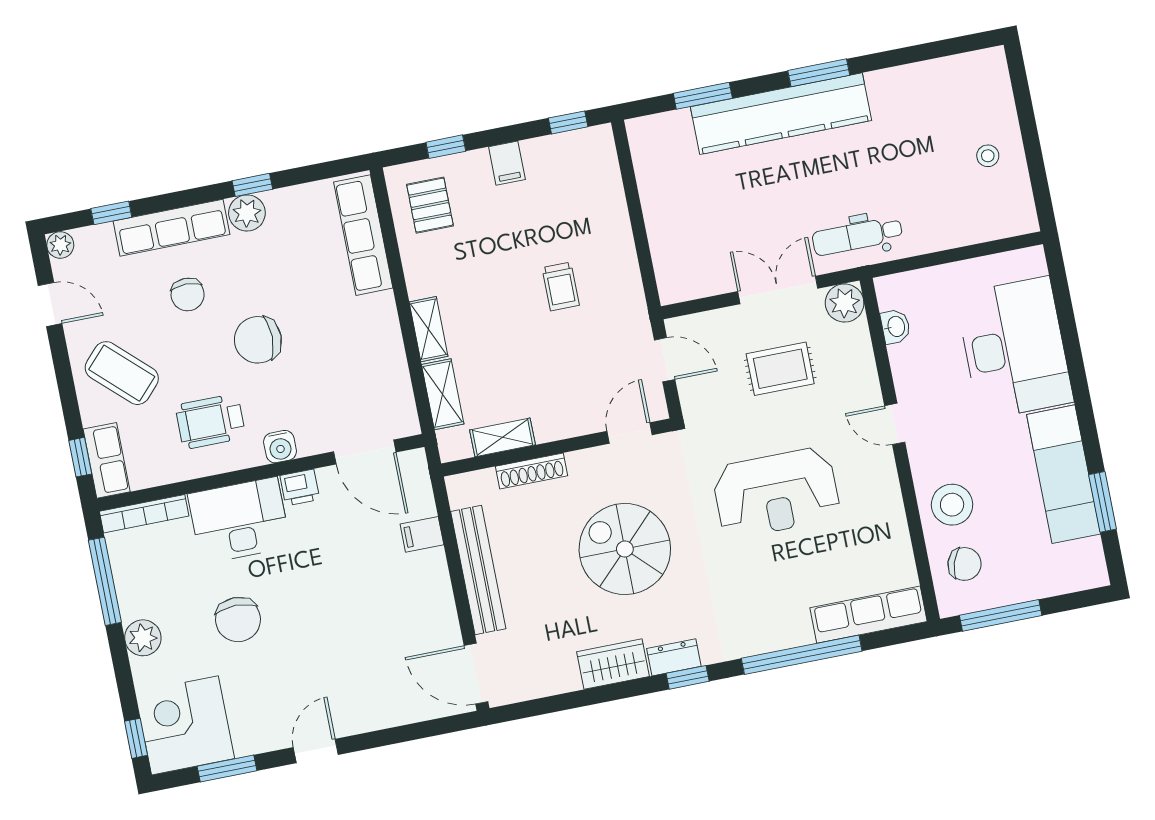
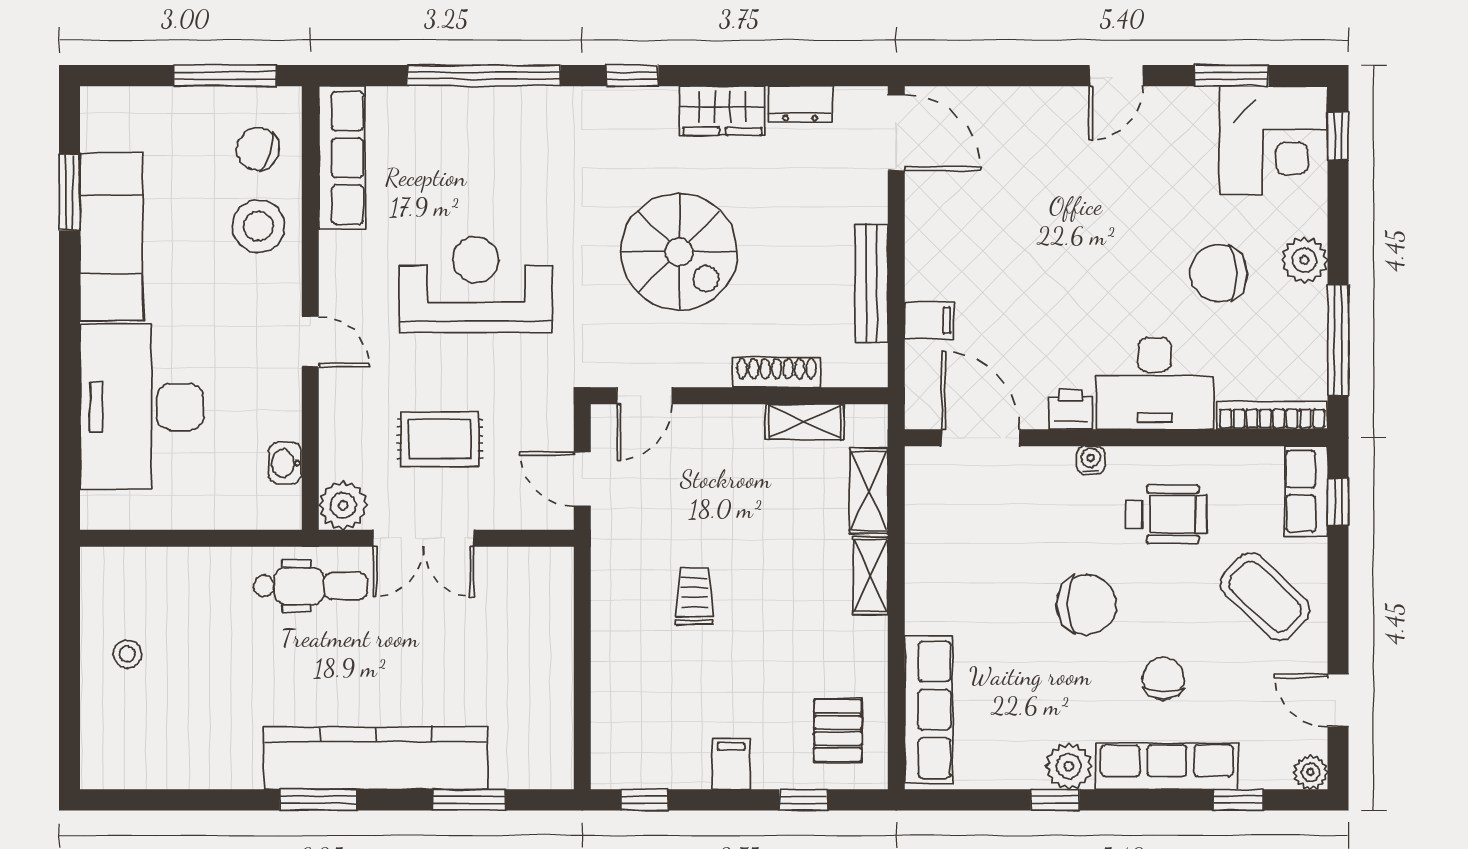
water cooler: (280, 447) -> (1091, 460), width x0.72, depth x0.72
bench: (478, 570) -> (871, 283), width x0.73, depth x0.82
row of seats: (869, 615) -> (342, 158), moved, turned -90
chair: (238, 619) -> (1219, 273), moved, turned -90
dresser: (674, 657) -> (800, 104), moved

